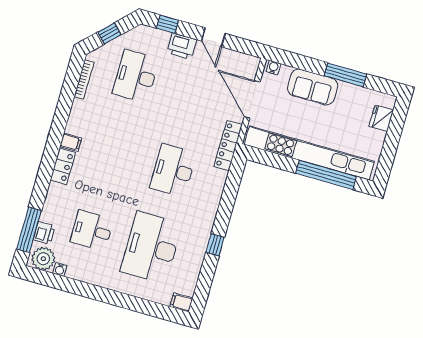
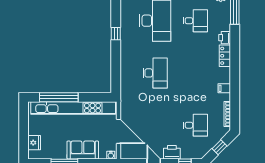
desk: (136, 76) -> (195, 125), width x0.73
filing cabinet: (71, 142) -> (224, 88), moved
locker: (228, 146) -> (125, 98), removed
printer: (44, 233) -> (225, 38), moved

